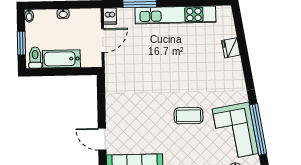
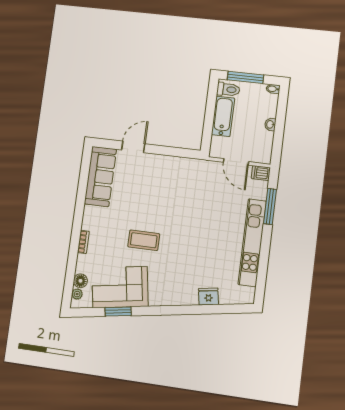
window: (21, 43) -> (245, 77), width x1.44
coffee table: (189, 116) -> (144, 240), turned 90
window: (258, 129) -> (118, 312), width x0.47

